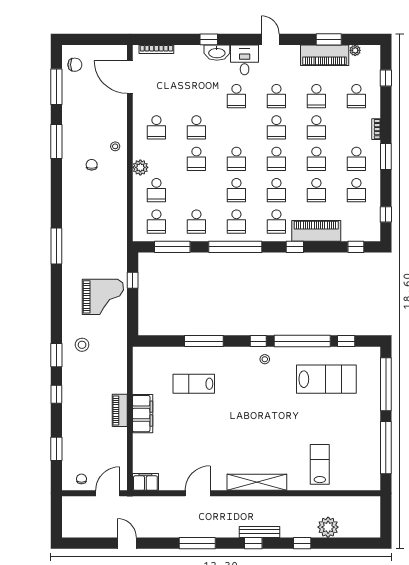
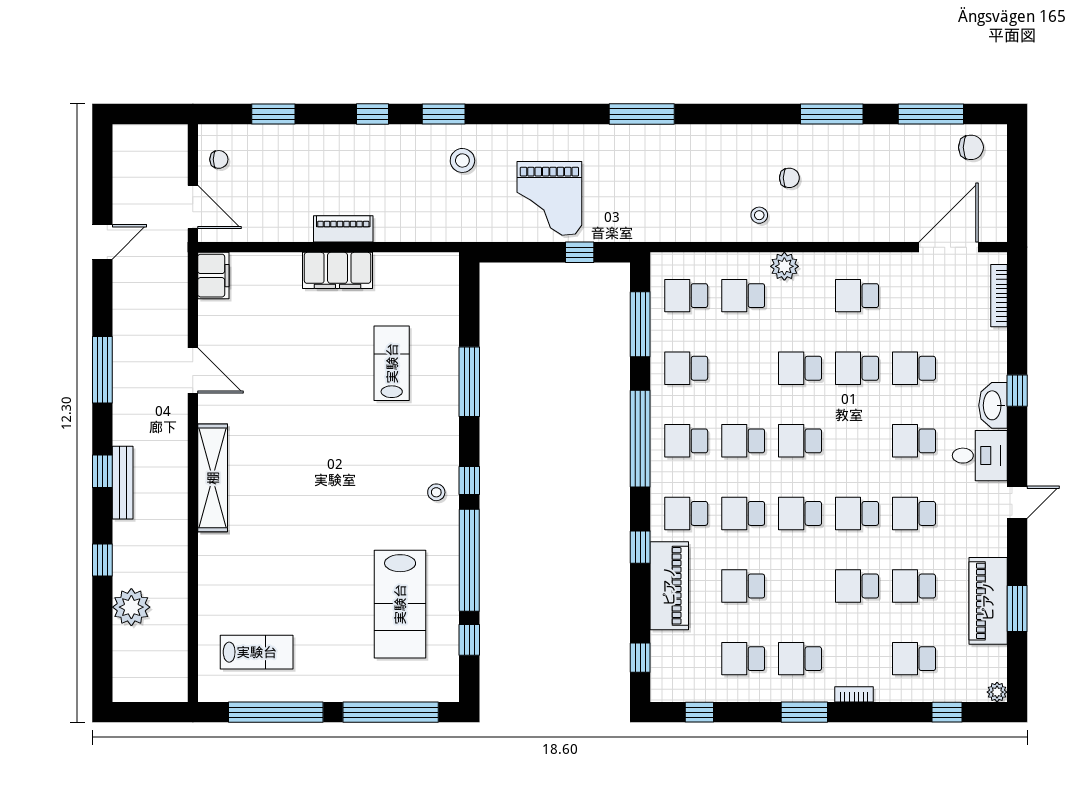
plant: (355, 50) -> (997, 692), moved
chair: (75, 65) -> (971, 147), turned -90
stool: (115, 146) -> (759, 215), moved
school desk: (316, 159) -> (914, 368), moved
lab bench: (320, 464) -> (257, 652), moved

